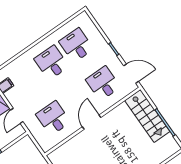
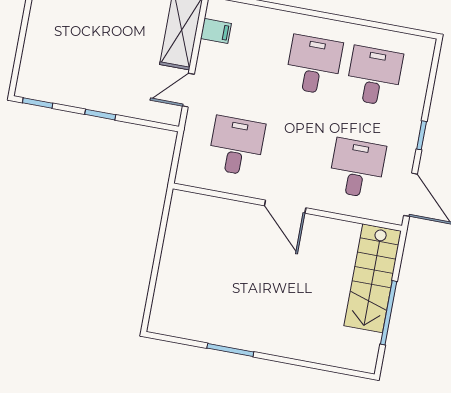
door: (92, 122) -> (285, 207), swing flipped

